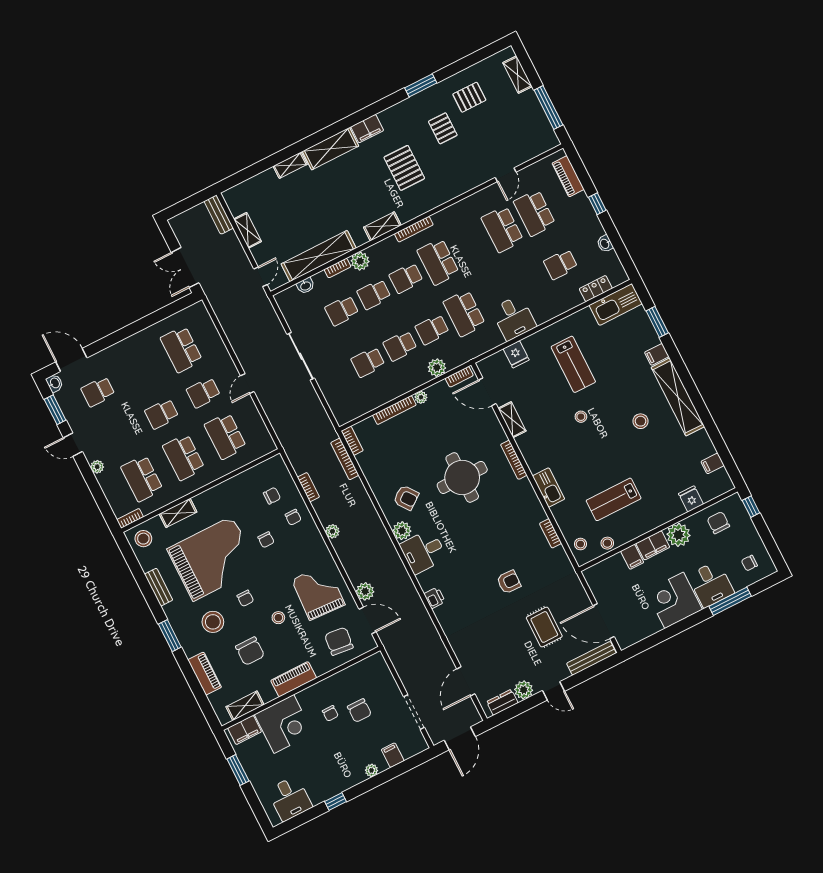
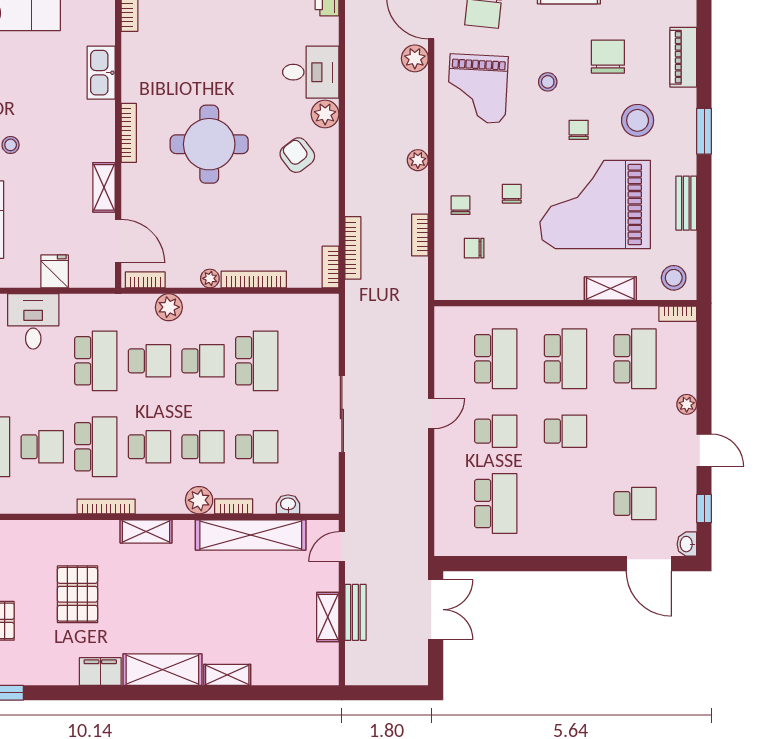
bench: (219, 215) -> (355, 612), moved
school desk: (470, 245) -> (42, 447), added
school desk: (368, 362) -> (257, 361), width x1.85
window: (55, 410) -> (704, 508), width x0.67

